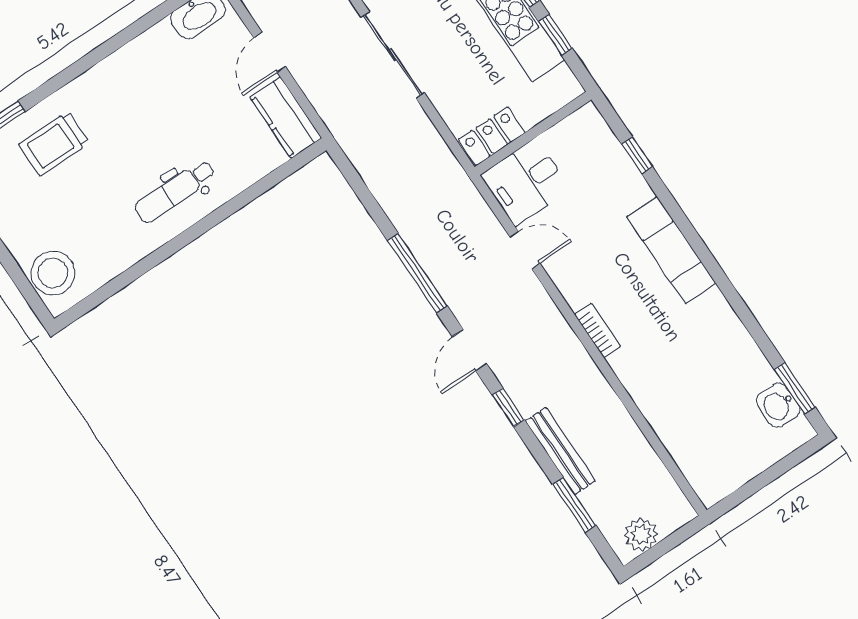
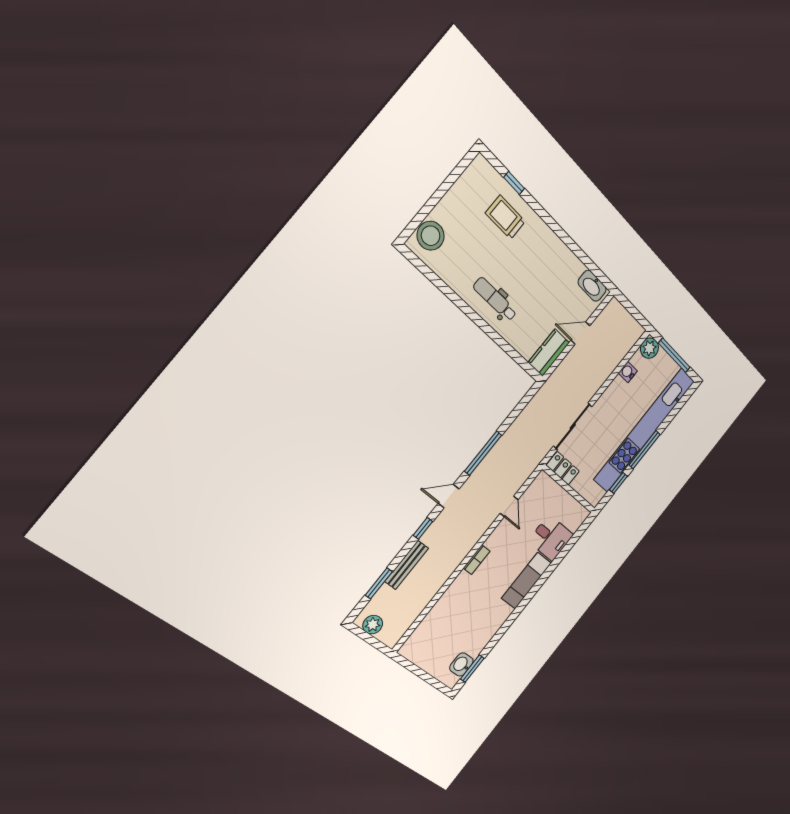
sliding door: (393, 55) -> (573, 426), moved
window: (637, 155) -> (569, 545), removed
desk: (526, 182) -> (551, 538), moved, turned 180

